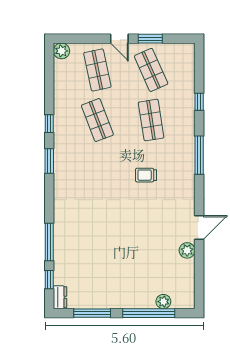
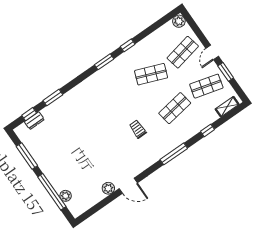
shelving: (188, 63) -> (227, 107), added
shop shelf: (151, 70) -> (206, 86), turned 39
shop shelf: (97, 120) -> (151, 74), turned 42
window: (49, 242) -> (53, 98), width x0.69
dresser: (60, 297) -> (34, 121), moved

